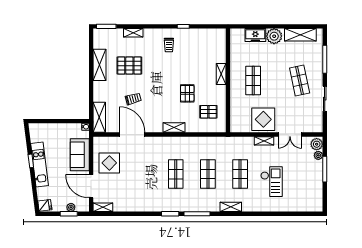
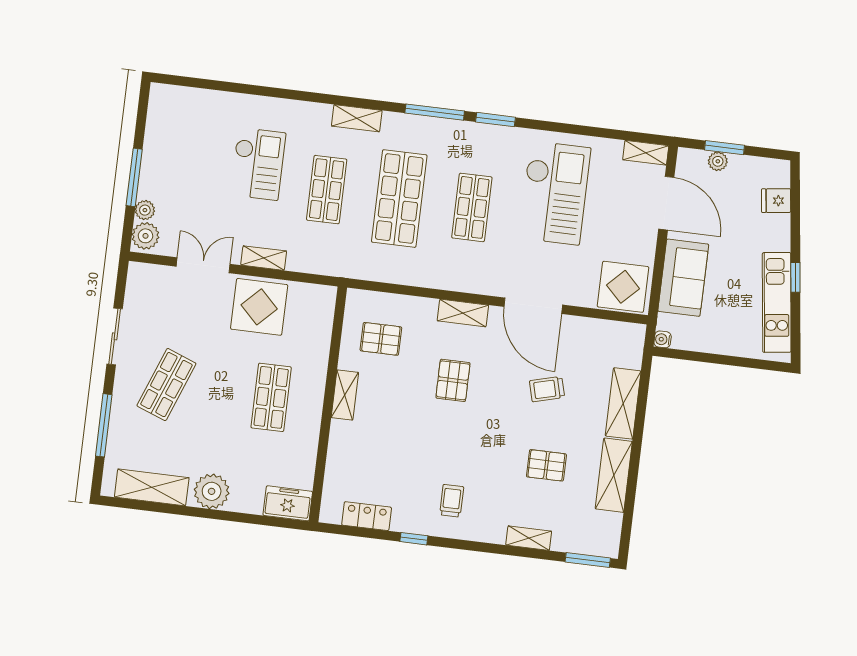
locker: (205, 34) -> (367, 516), added
freezer: (255, 35) -> (288, 503), moved
pallet: (129, 66) -> (546, 465), width x0.67, depth x0.71
shelving: (221, 74) -> (345, 395), moved
shop shelf: (300, 80) -> (166, 385), turned 33
pallet: (187, 93) -> (453, 380), moved
shelving: (99, 117) -> (623, 403), moved
door: (132, 134) -> (533, 306), moved
display table: (109, 163) -> (623, 287), moved
kitchen unit: (40, 164) -> (777, 302), moved
shop shelf: (208, 174) -> (399, 199), width x1.43, depth x1.36
checkout: (271, 182) -> (258, 164), turned 180
checkout: (140, 185) -> (555, 193), added
fridge: (45, 205) -> (776, 201), moved

